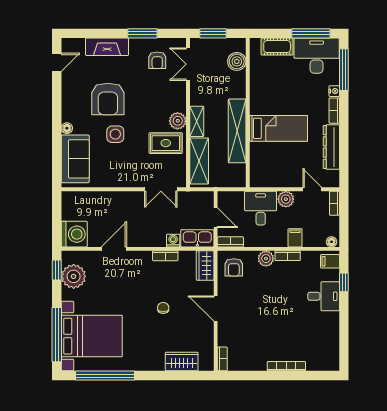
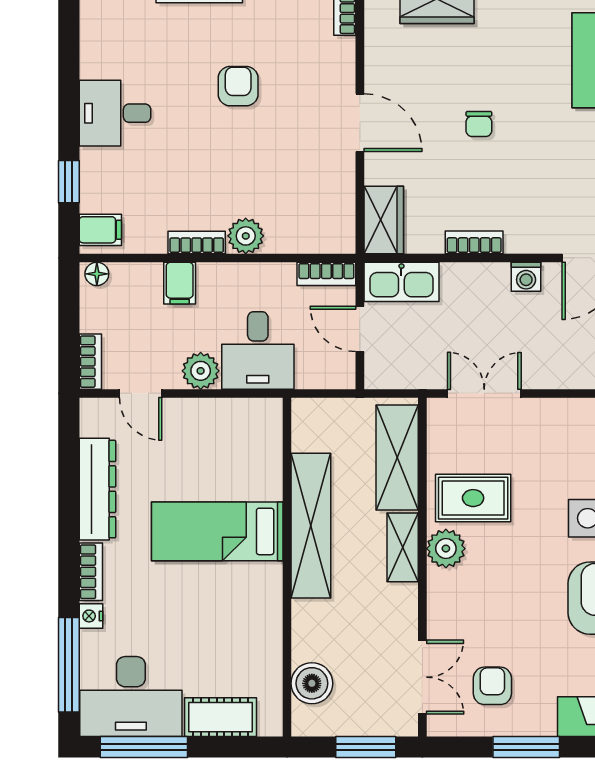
washing machine: (173, 241) -> (526, 277), moved
armchair: (234, 267) -> (238, 86), moved
desk: (324, 296) -> (115, 113), moved

